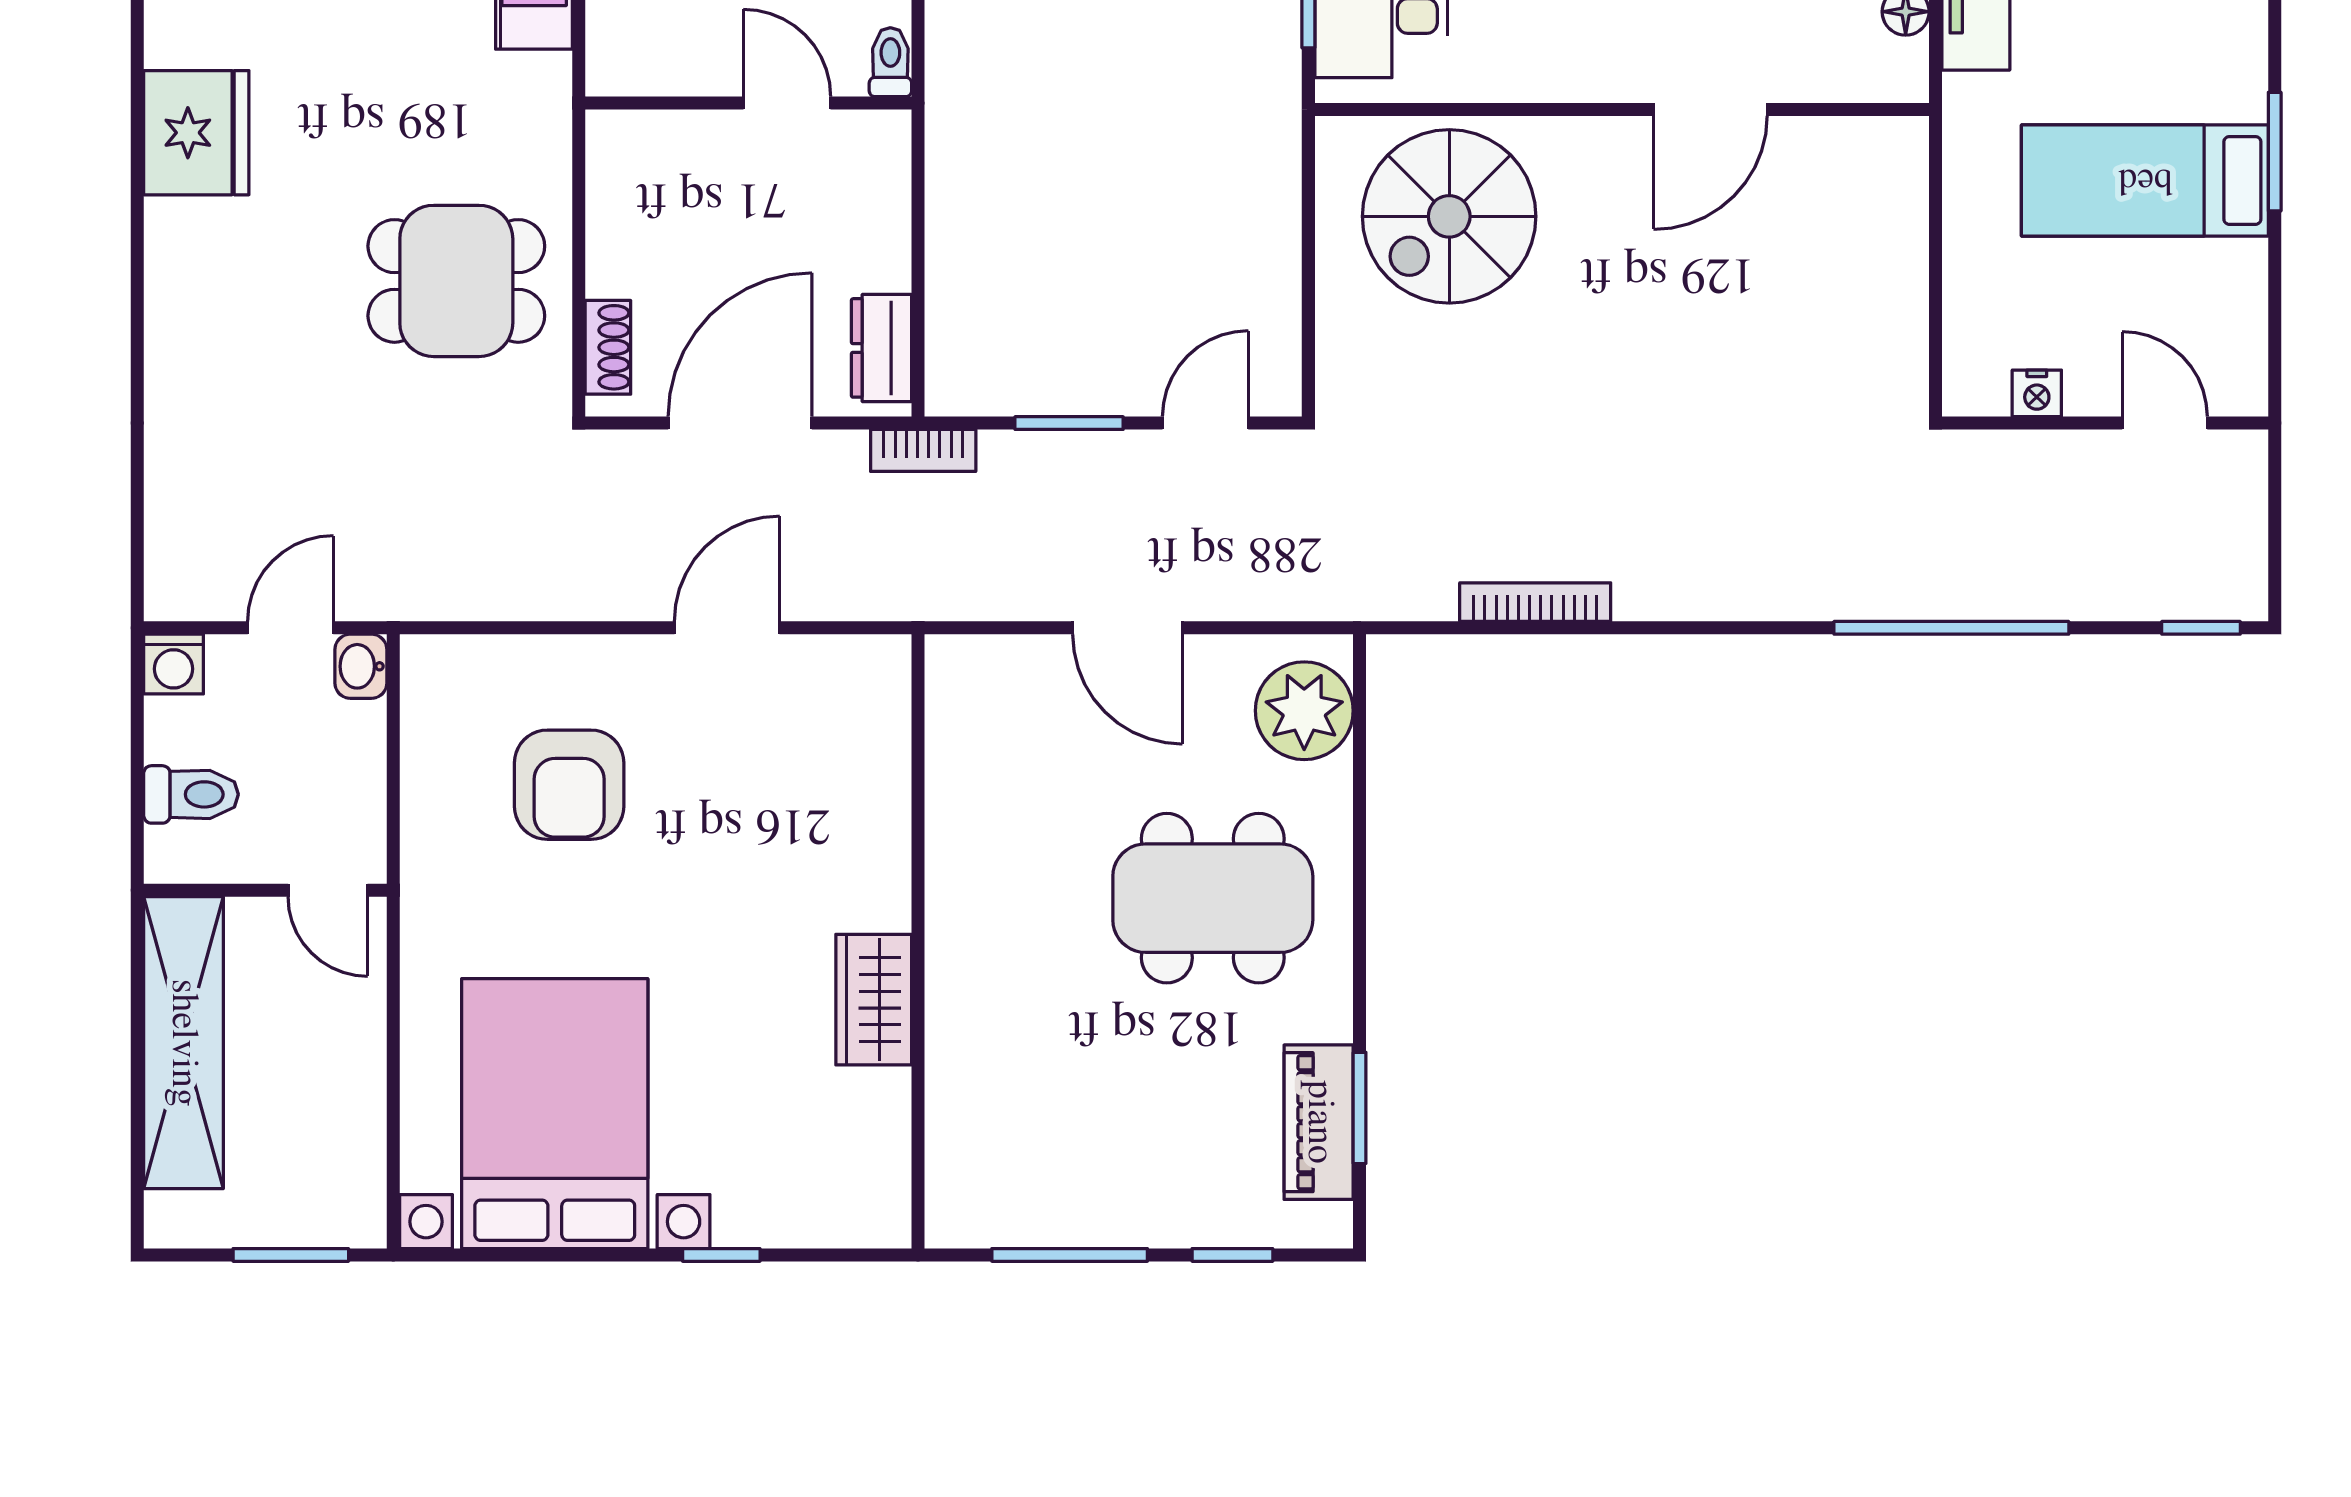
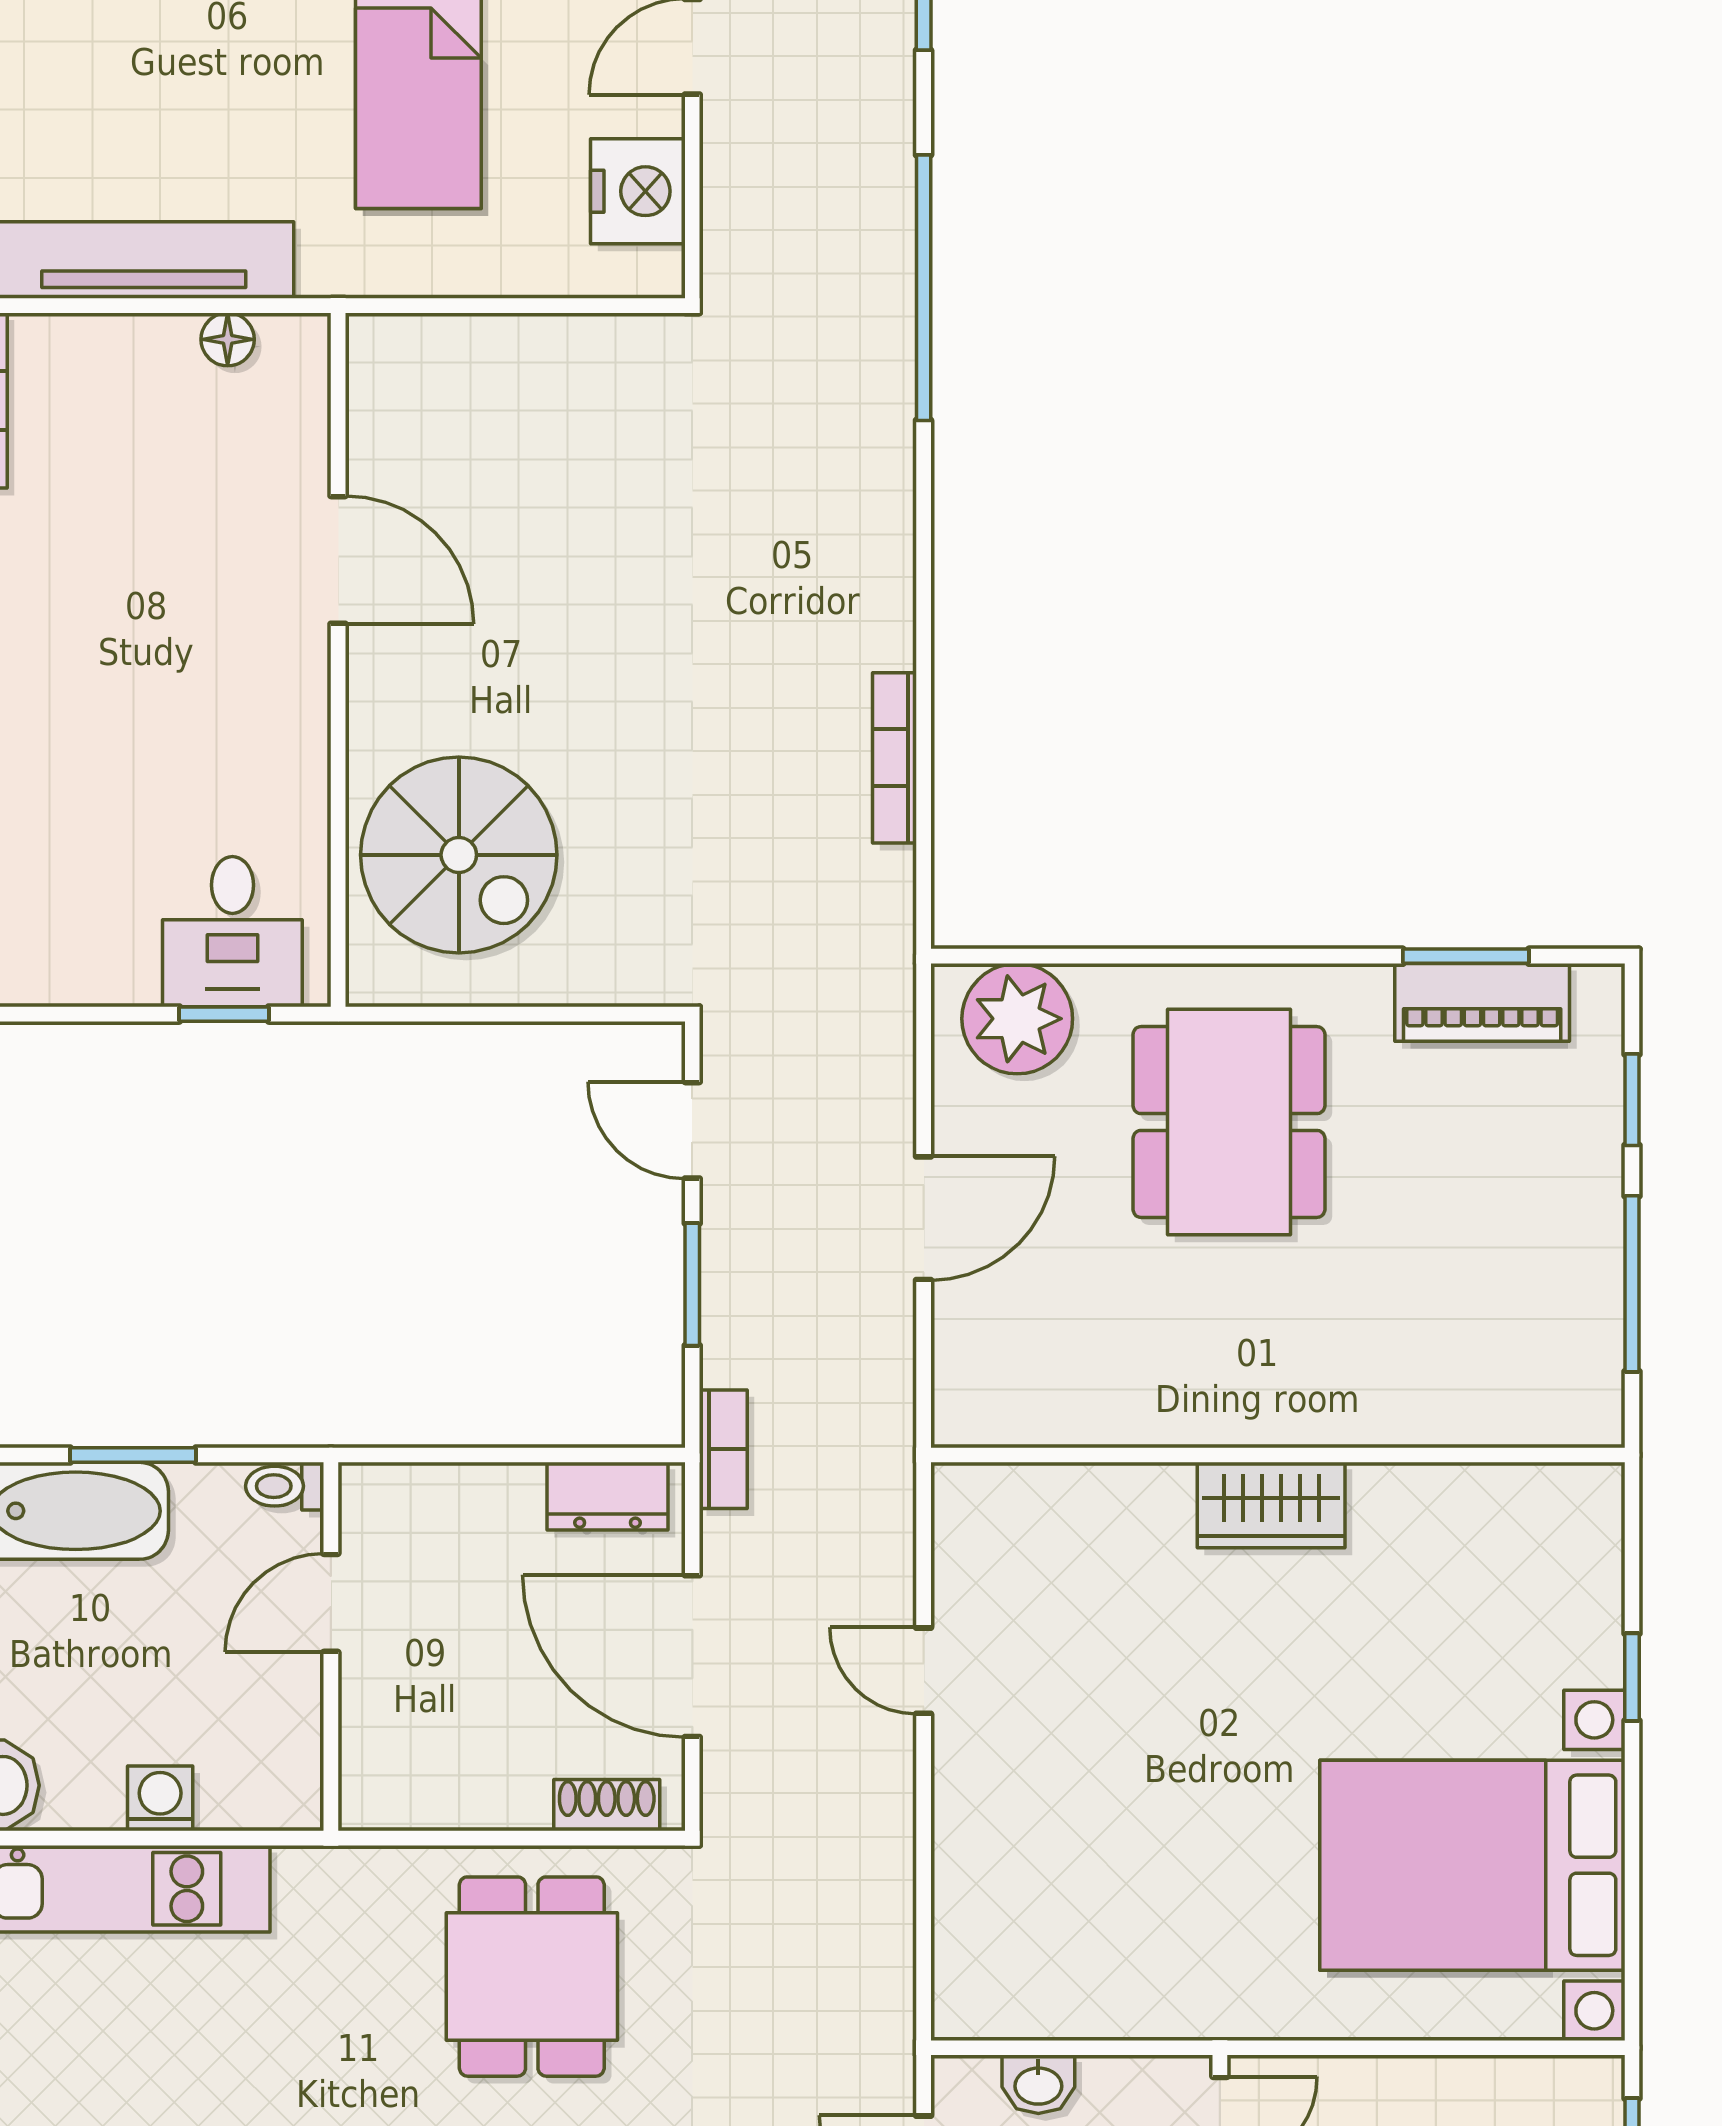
nightstand: (2037, 393) -> (638, 191), width x1.89, depth x1.79
door: (727, 628) -> (924, 1671), width x0.73
washbasin: (361, 666) -> (1038, 2084), moved
armchair: (569, 785) -> (1101, 1849), removed
wardrobe: (874, 1000) -> (1271, 1505), moved

